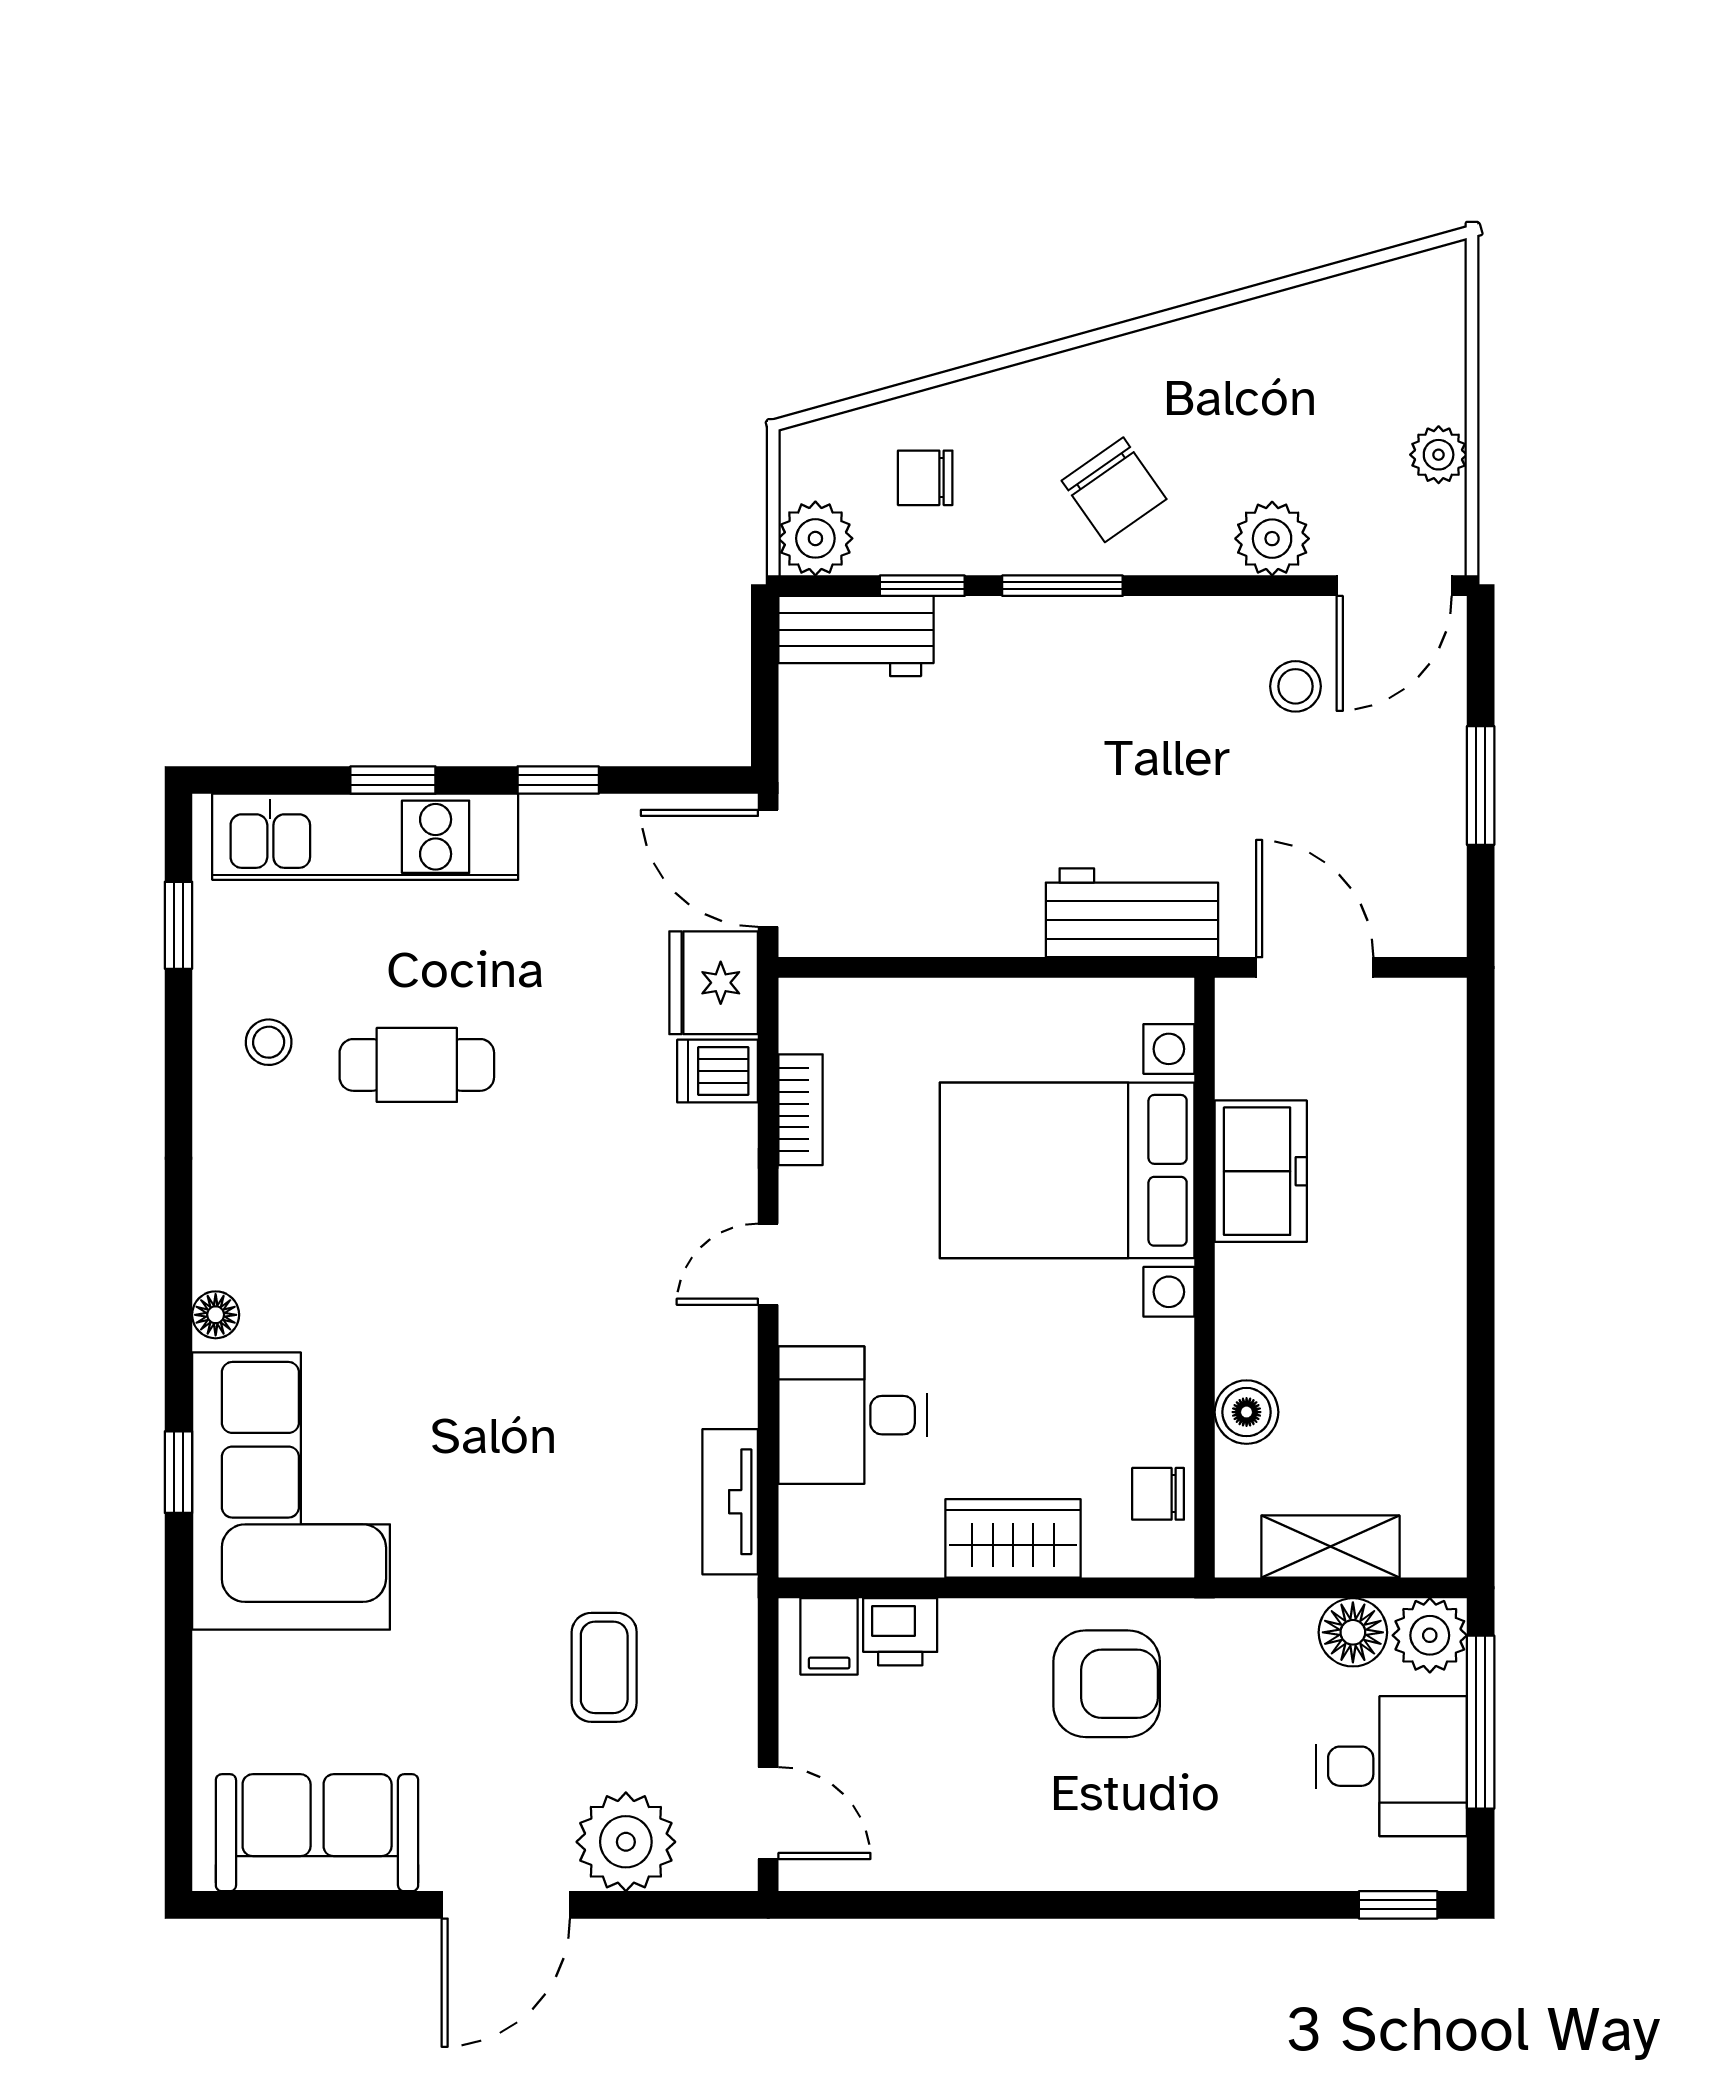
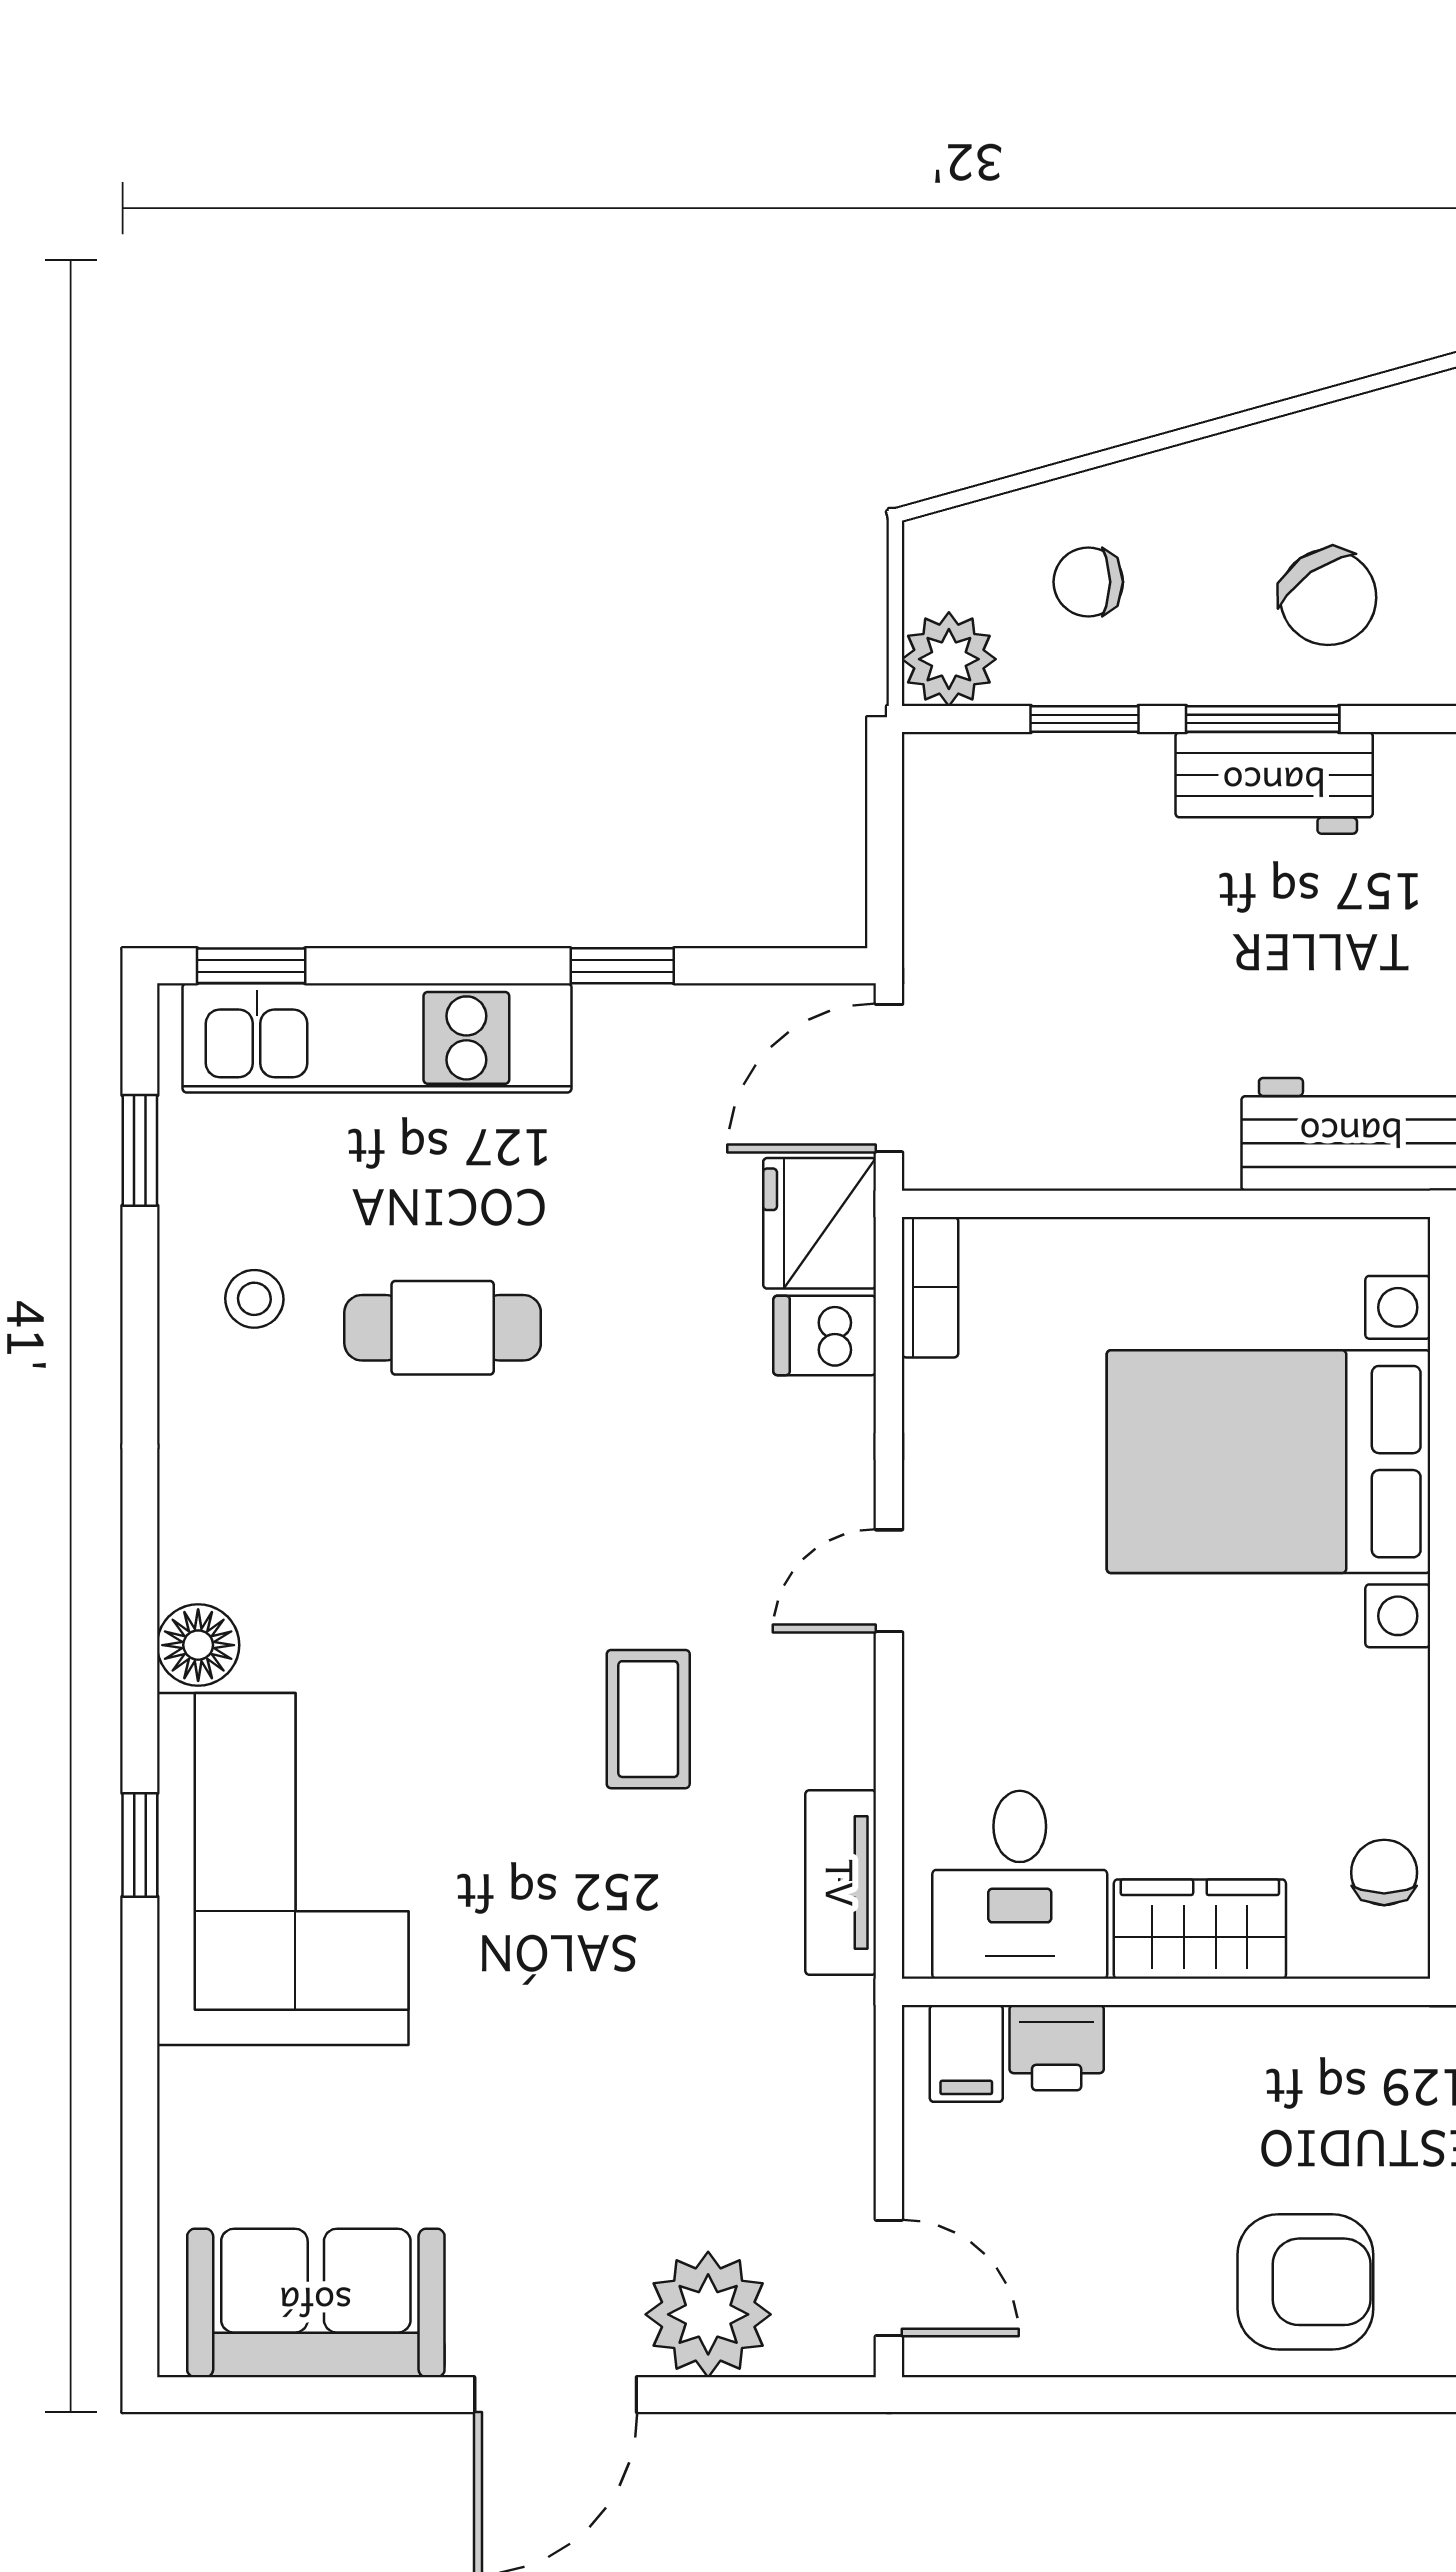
workbench: (856, 636) -> (1274, 783), moved
window: (393, 780) -> (251, 966), moved
door: (768, 868) -> (889, 1078), hinge flipped
bookcase: (801, 1110) -> (930, 1287), moved
floor lamp: (216, 1315) -> (198, 1645), width x1.37, depth x1.37
desk: (853, 1415) -> (1020, 1885), moved, turned -90
chair: (1158, 1494) -> (1384, 1872), turned 90
coffee table: (604, 1667) -> (648, 1719), moved
armchair: (1107, 1684) -> (1305, 2282), moved

